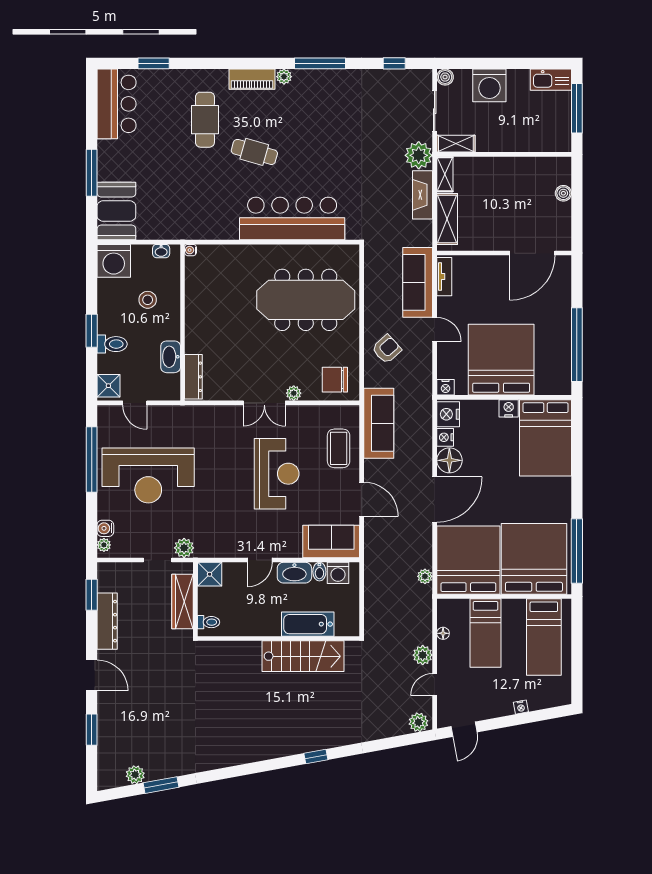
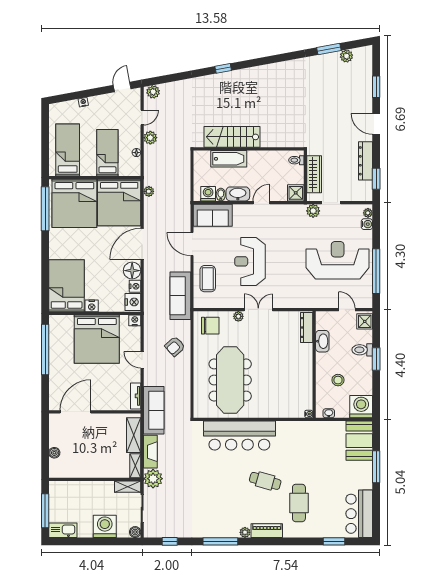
sofa: (418, 282) -> (154, 410), moved
meeting table: (306, 300) -> (230, 380), turned 90

